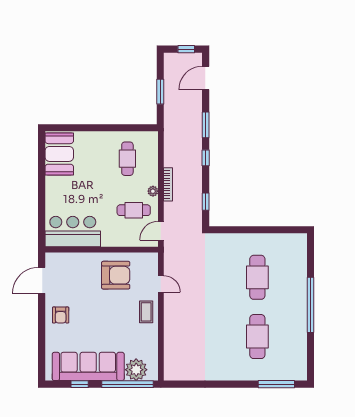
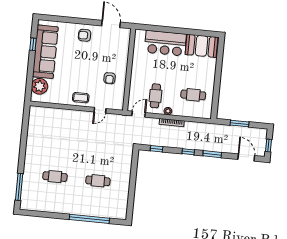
door: (161, 231) -> (139, 114), hinge flipped
bar counter: (73, 232) -> (165, 43), moved, turned 90
armchair: (116, 275) -> (110, 78), width x0.53, depth x0.53
cafe table: (257, 277) -> (98, 181), width x0.73, depth x0.74
window: (310, 305) -> (89, 219), moved
cafe table: (257, 337) -> (55, 177), width x0.73, depth x0.74
window: (128, 384) -> (30, 79), removed

